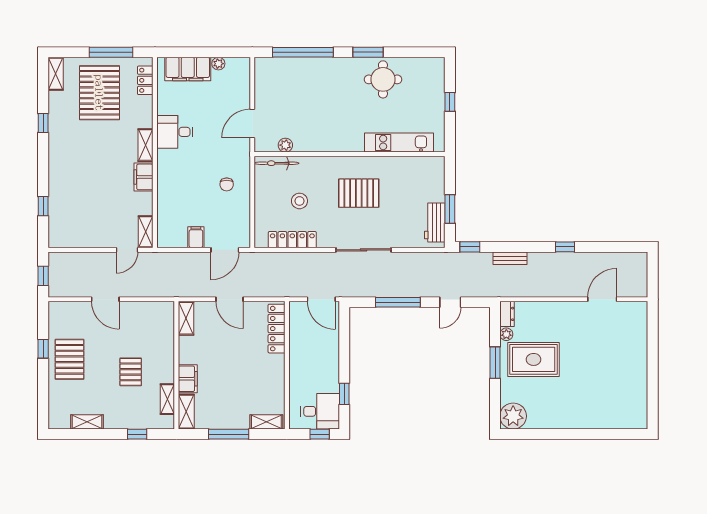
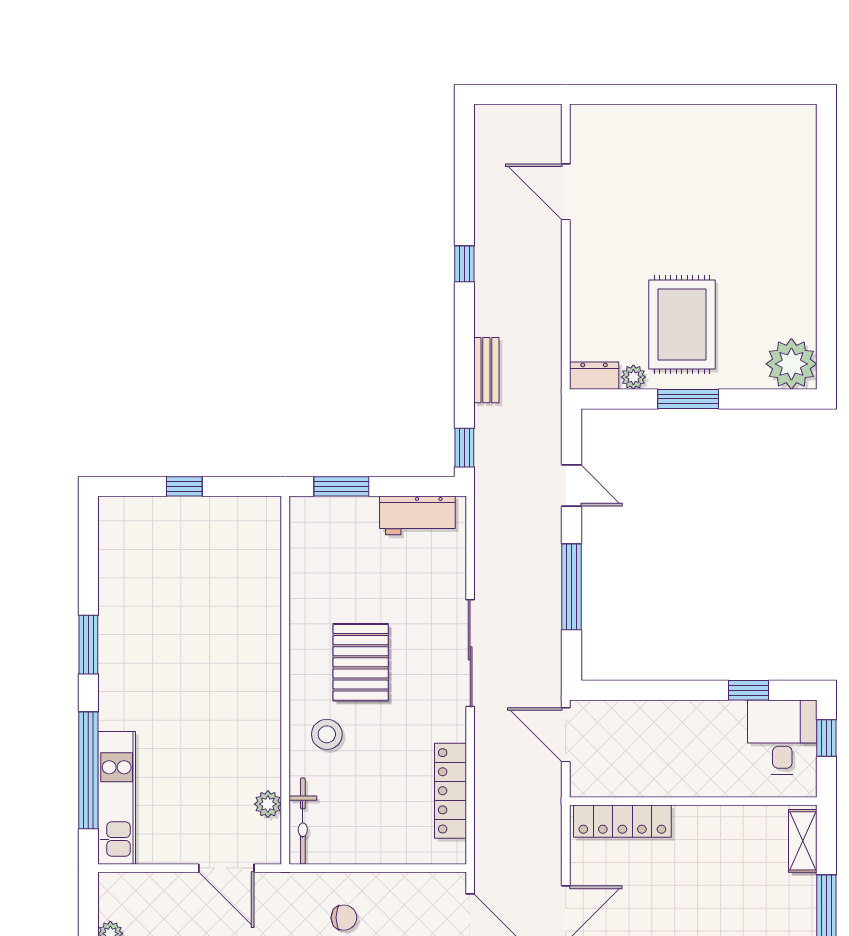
round table: (383, 79) -> (141, 615), removed
kitchen unit: (399, 142) -> (117, 798), moved, turned 180
stool: (299, 201) -> (327, 734), moved
window: (450, 209) -> (341, 486), moved
door: (321, 299) -> (566, 735), swing flipped

